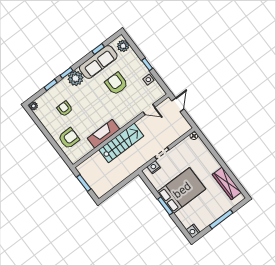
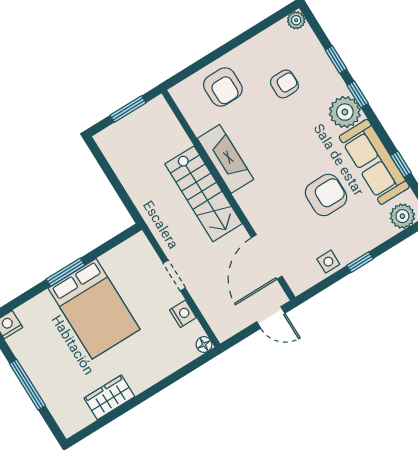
door: (149, 109) -> (267, 257), width x1.88
nightstand: (154, 167) -> (183, 314), moved
wardrobe: (227, 183) -> (109, 397), width x0.67

